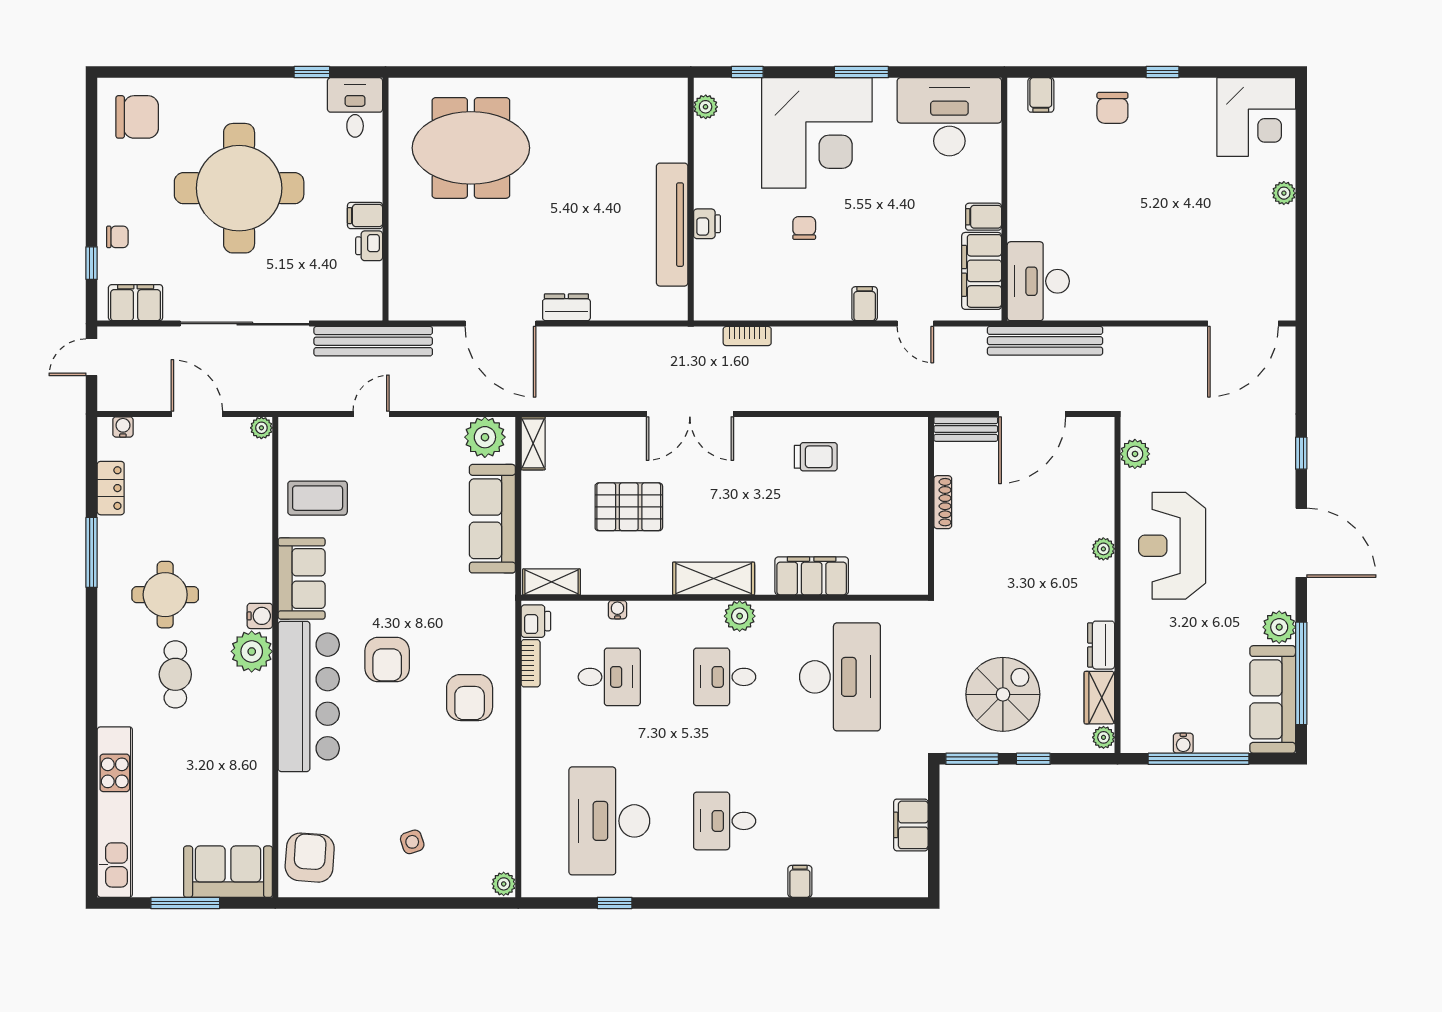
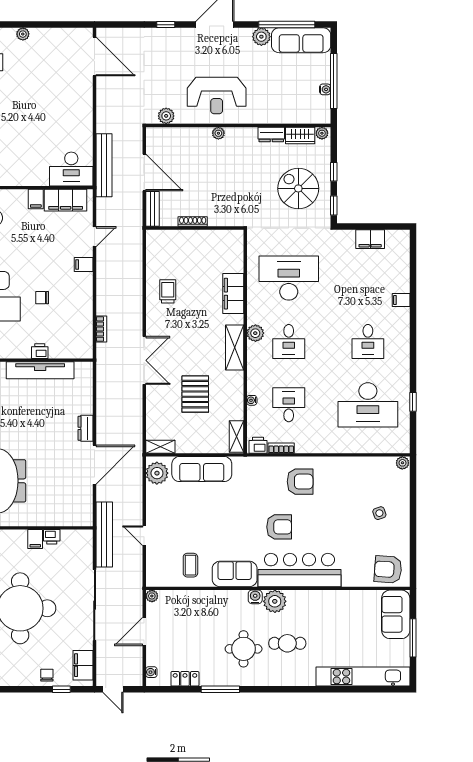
coffee table: (318, 498) -> (190, 565), width x0.73, depth x0.77
window: (972, 759) -> (334, 205), width x0.67

